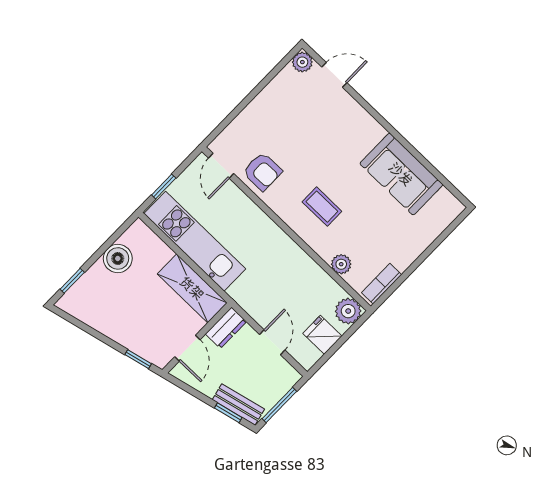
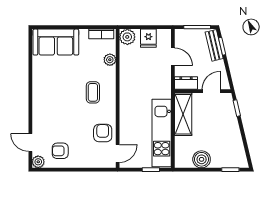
armchair: (290, 101) -> (60, 151), added
sofa: (401, 174) -> (56, 42), moved, turned 90
door: (272, 342) -> (173, 57), swing flipped

